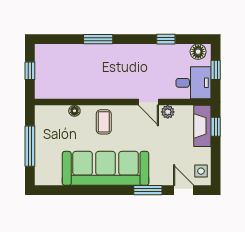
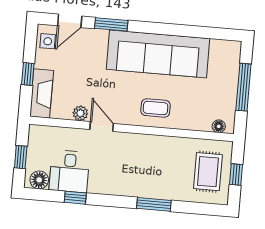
rug: (54, 71) -> (208, 172), added
desk: (193, 83) -> (69, 171), moved, turned -90
floor lamp: (74, 111) -> (219, 126), moved
coffee table: (104, 122) -> (156, 108), turned 90
window: (216, 127) -> (28, 74), moved
door: (184, 190) -> (70, 21), hinge flipped

